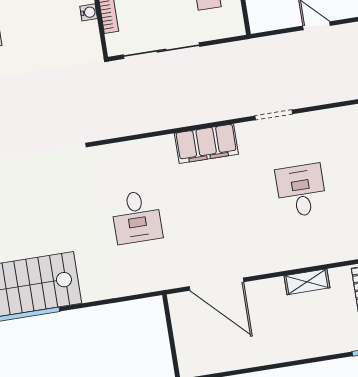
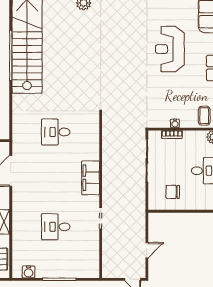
desk: (301, 191) -> (56, 227), turned 180

